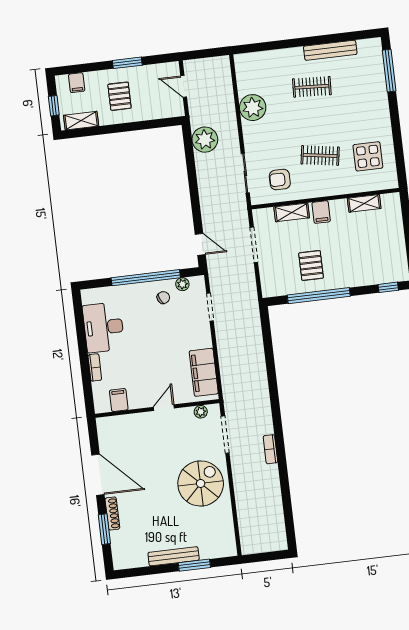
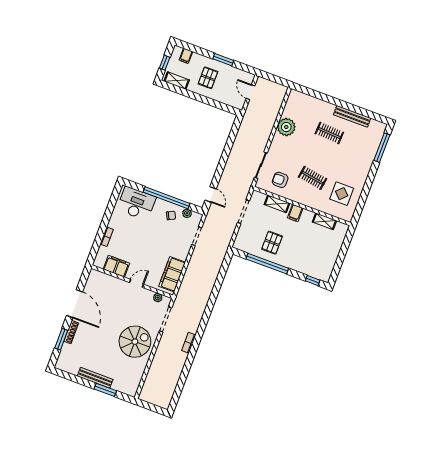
plant: (205, 140) -> (247, 131), removed
desk: (104, 327) -> (136, 203), moved, turned 90
filing cabinet: (119, 400) -> (116, 266), width x2.00

